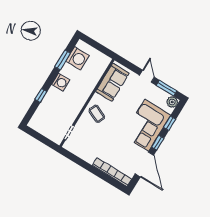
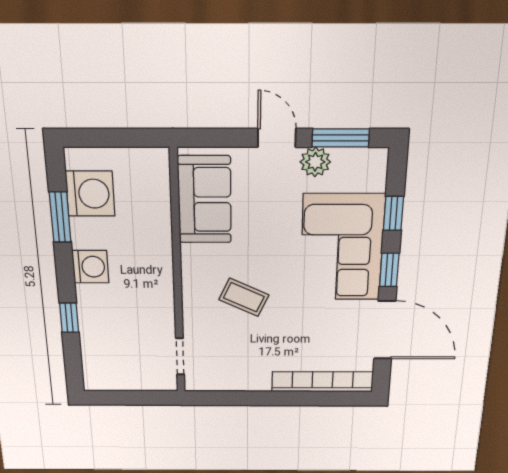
plant: (172, 102) -> (315, 162), moved
coffee table: (97, 114) -> (244, 297), moved

